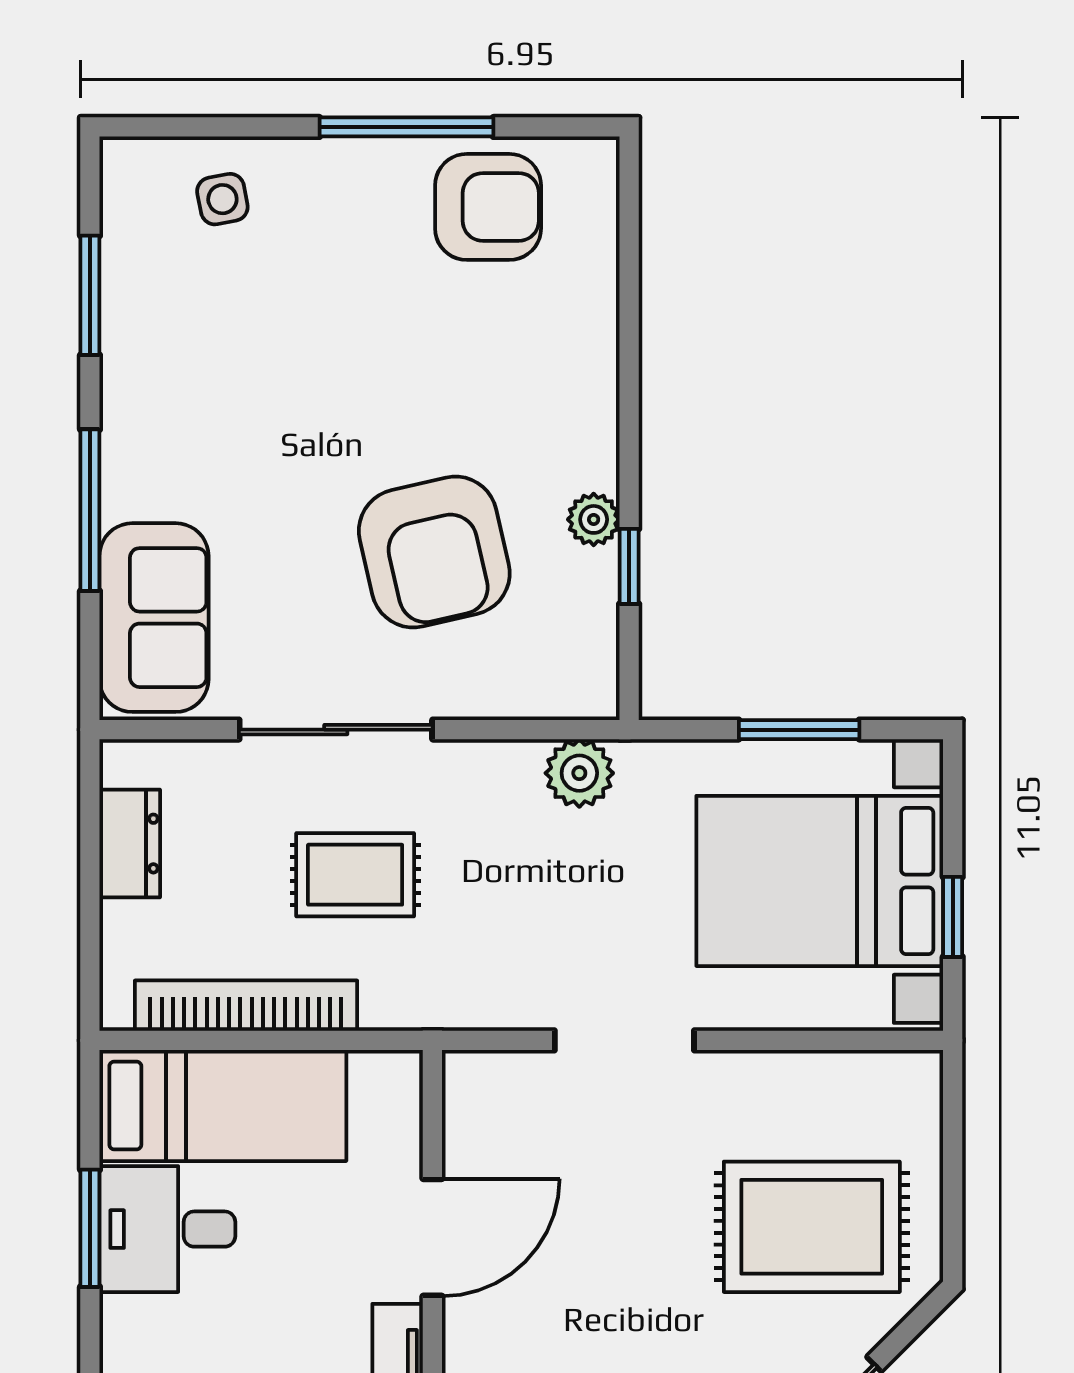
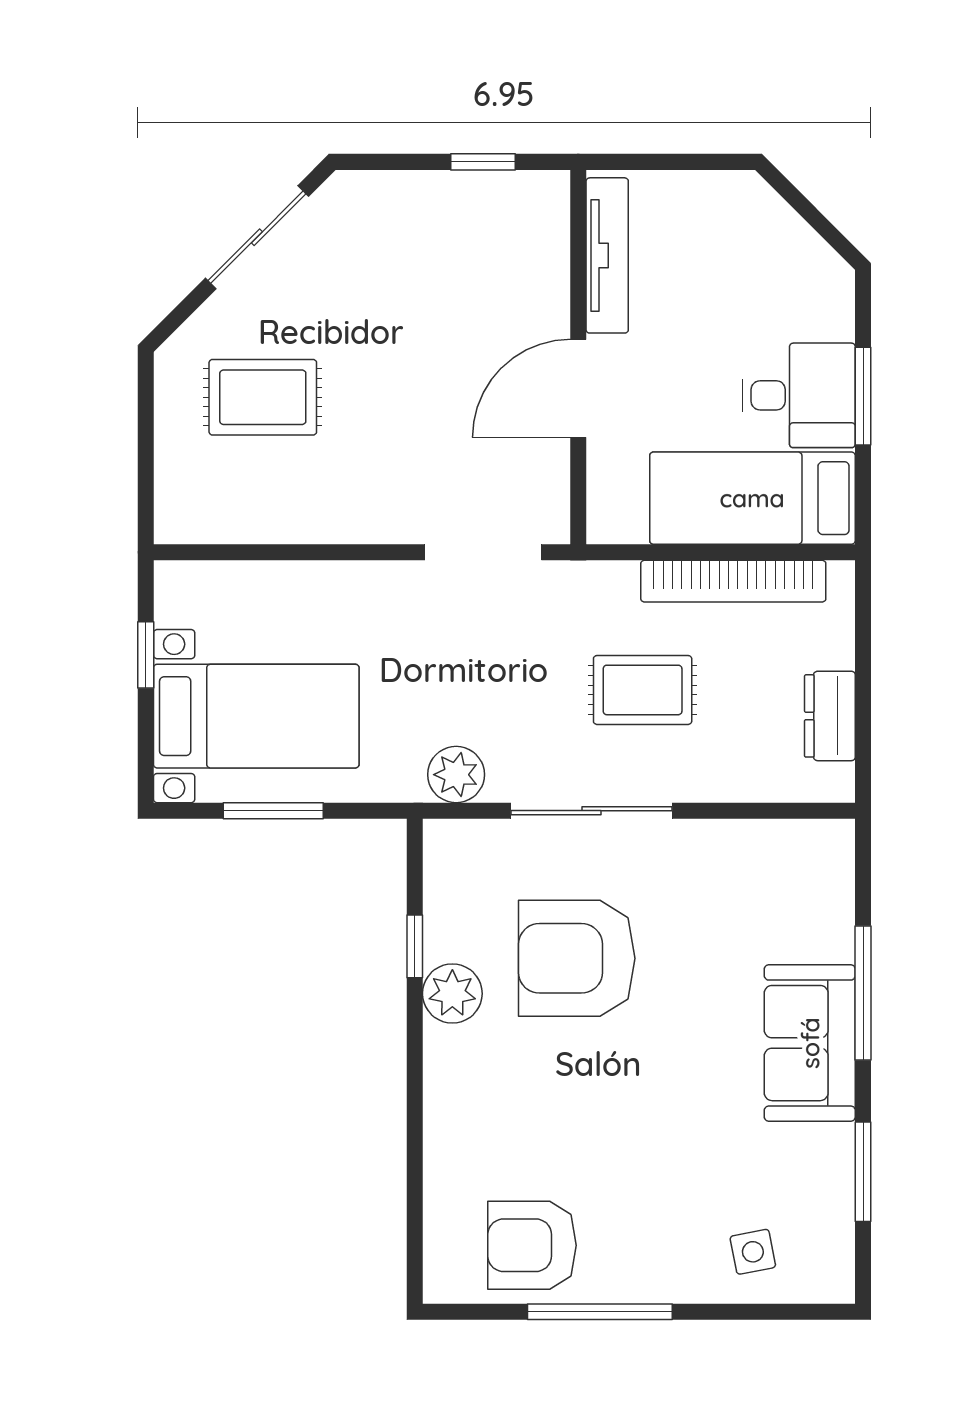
plant: (594, 519) -> (452, 994), width x1.38, depth x1.38
armchair: (434, 552) -> (577, 958), turned -77
sofa: (154, 618) -> (810, 1043), moved
sliding door: (336, 730) -> (591, 811), moved
bed with nightstands: (820, 881) -> (256, 716), width x0.73
doorway: (624, 1040) -> (483, 552), moved
rug: (812, 1227) -> (263, 397), width x0.73, depth x0.70

